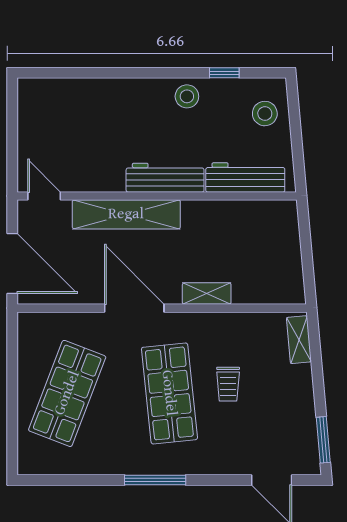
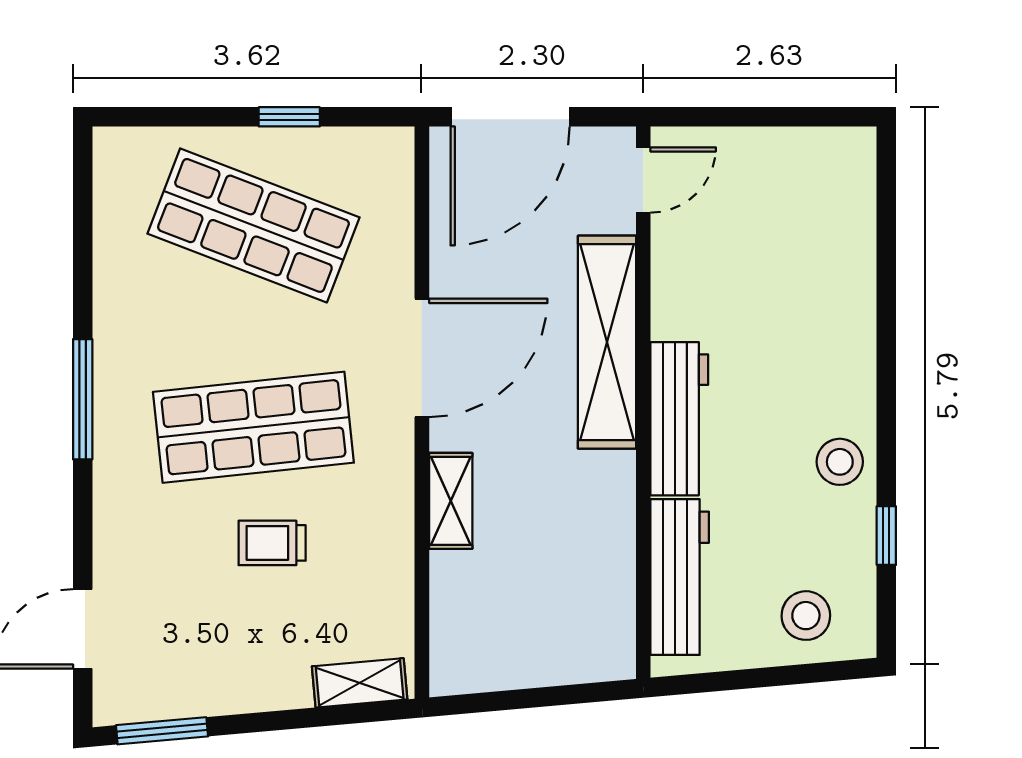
window: (12, 375) -> (289, 117), added

